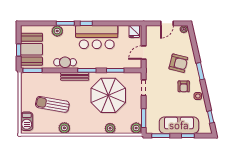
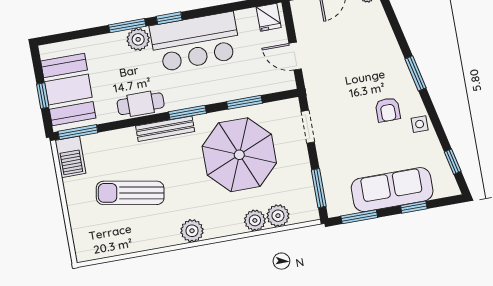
plant: (57, 31) -> (138, 39), moved
door: (144, 53) -> (295, 56), hinge flipped
armchair: (178, 63) -> (369, 65), removed
barbecue: (27, 121) -> (70, 157), moved
plant: (64, 128) -> (192, 231), moved
plant: (136, 128) -> (278, 216), moved

